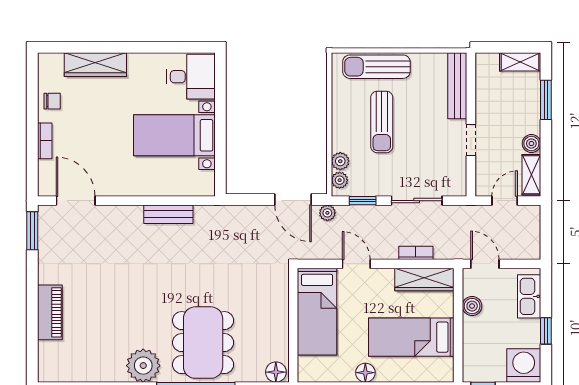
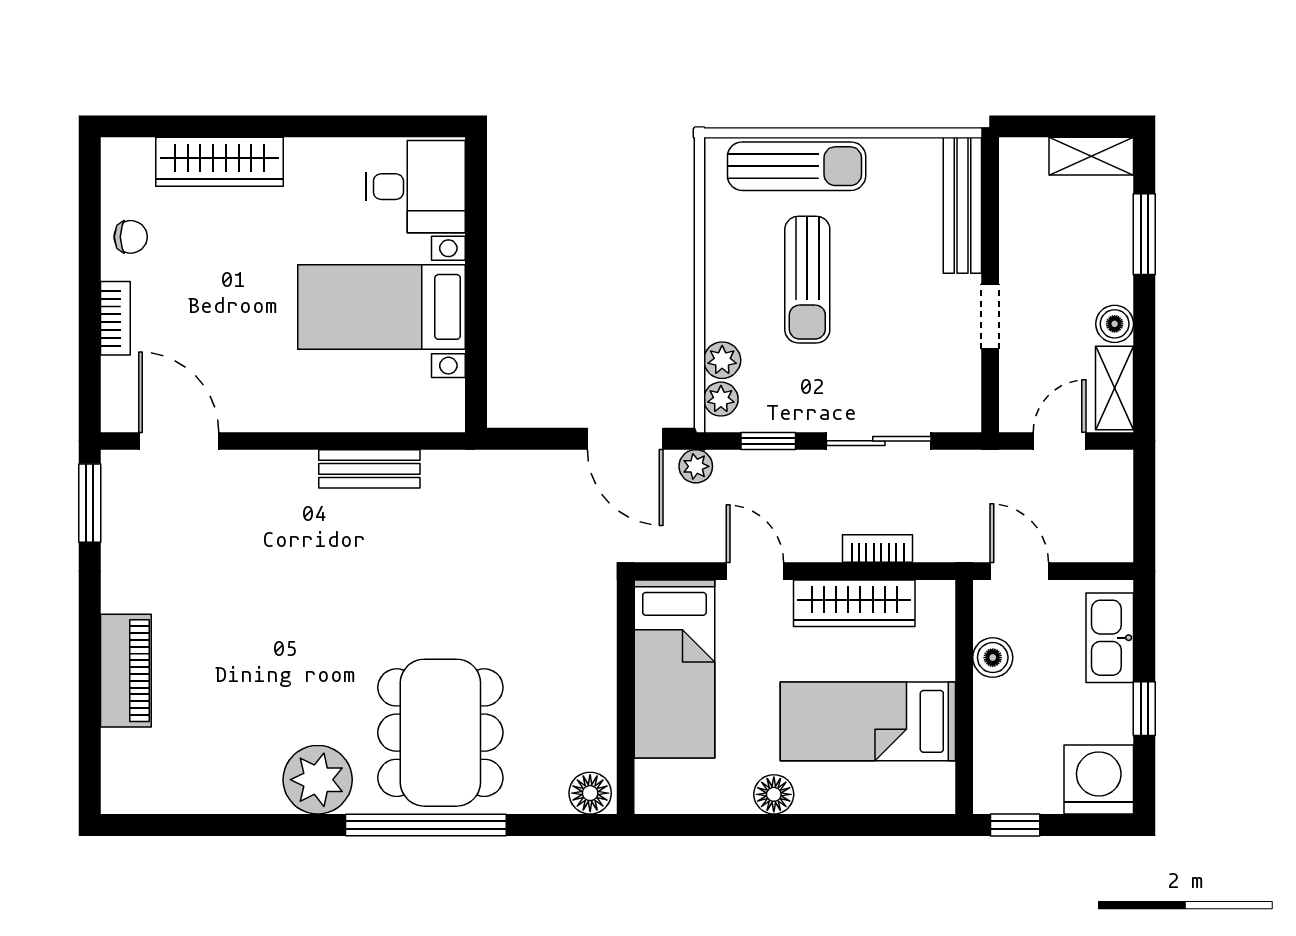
sun lounger: (376, 67) -> (797, 166), turned 180
wardrobe: (424, 280) -> (854, 603), moved

